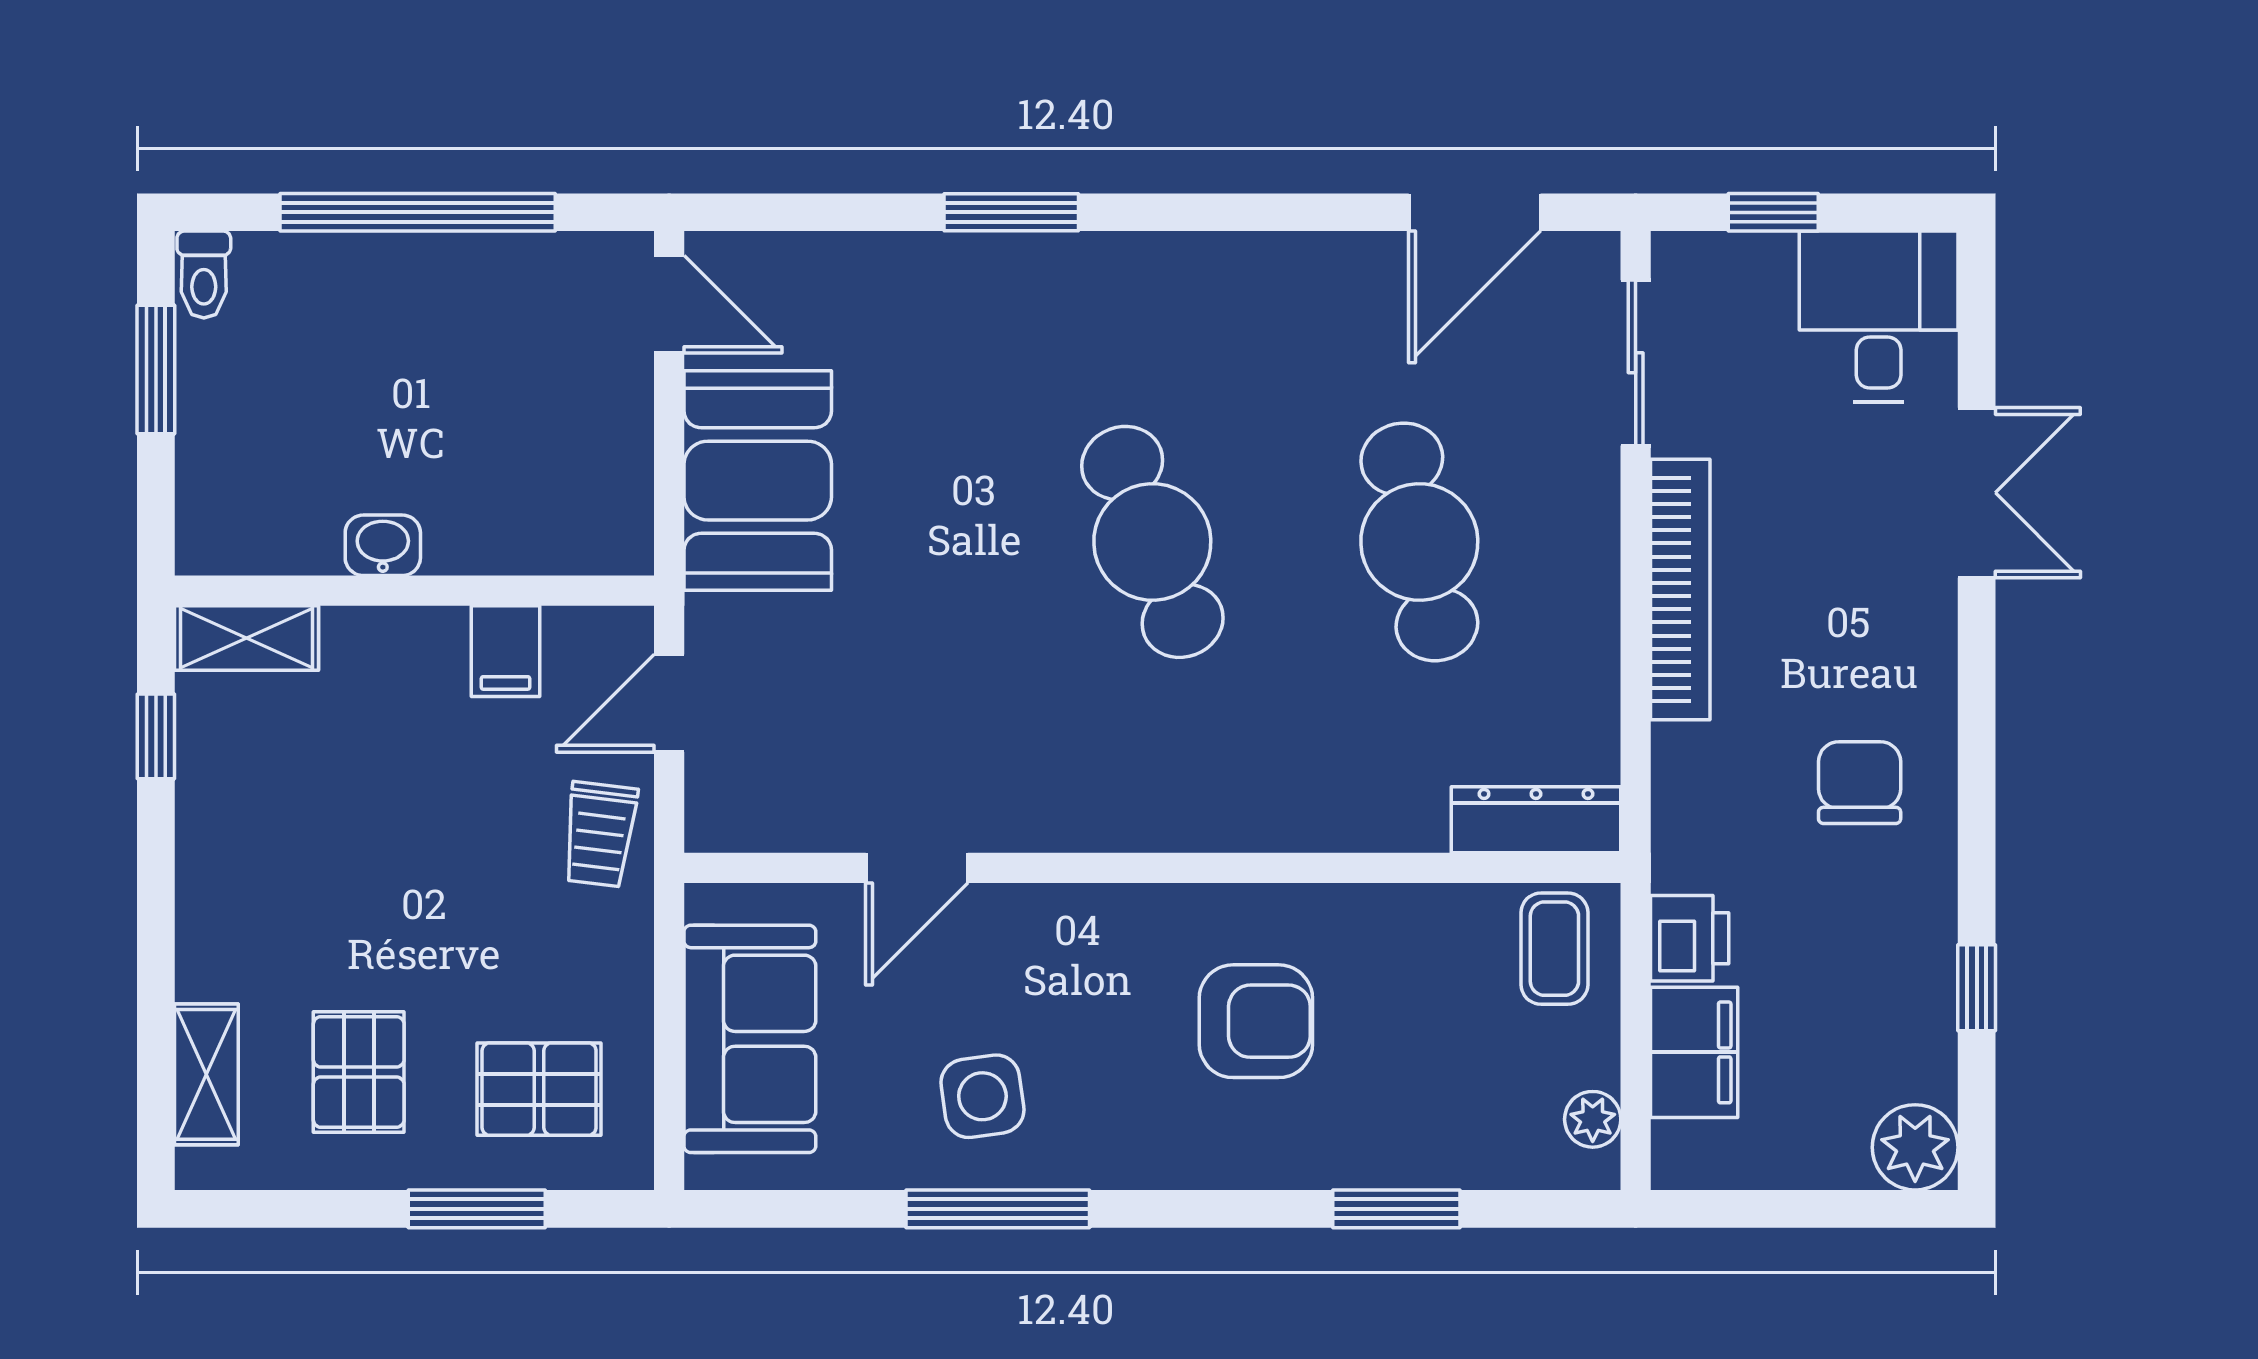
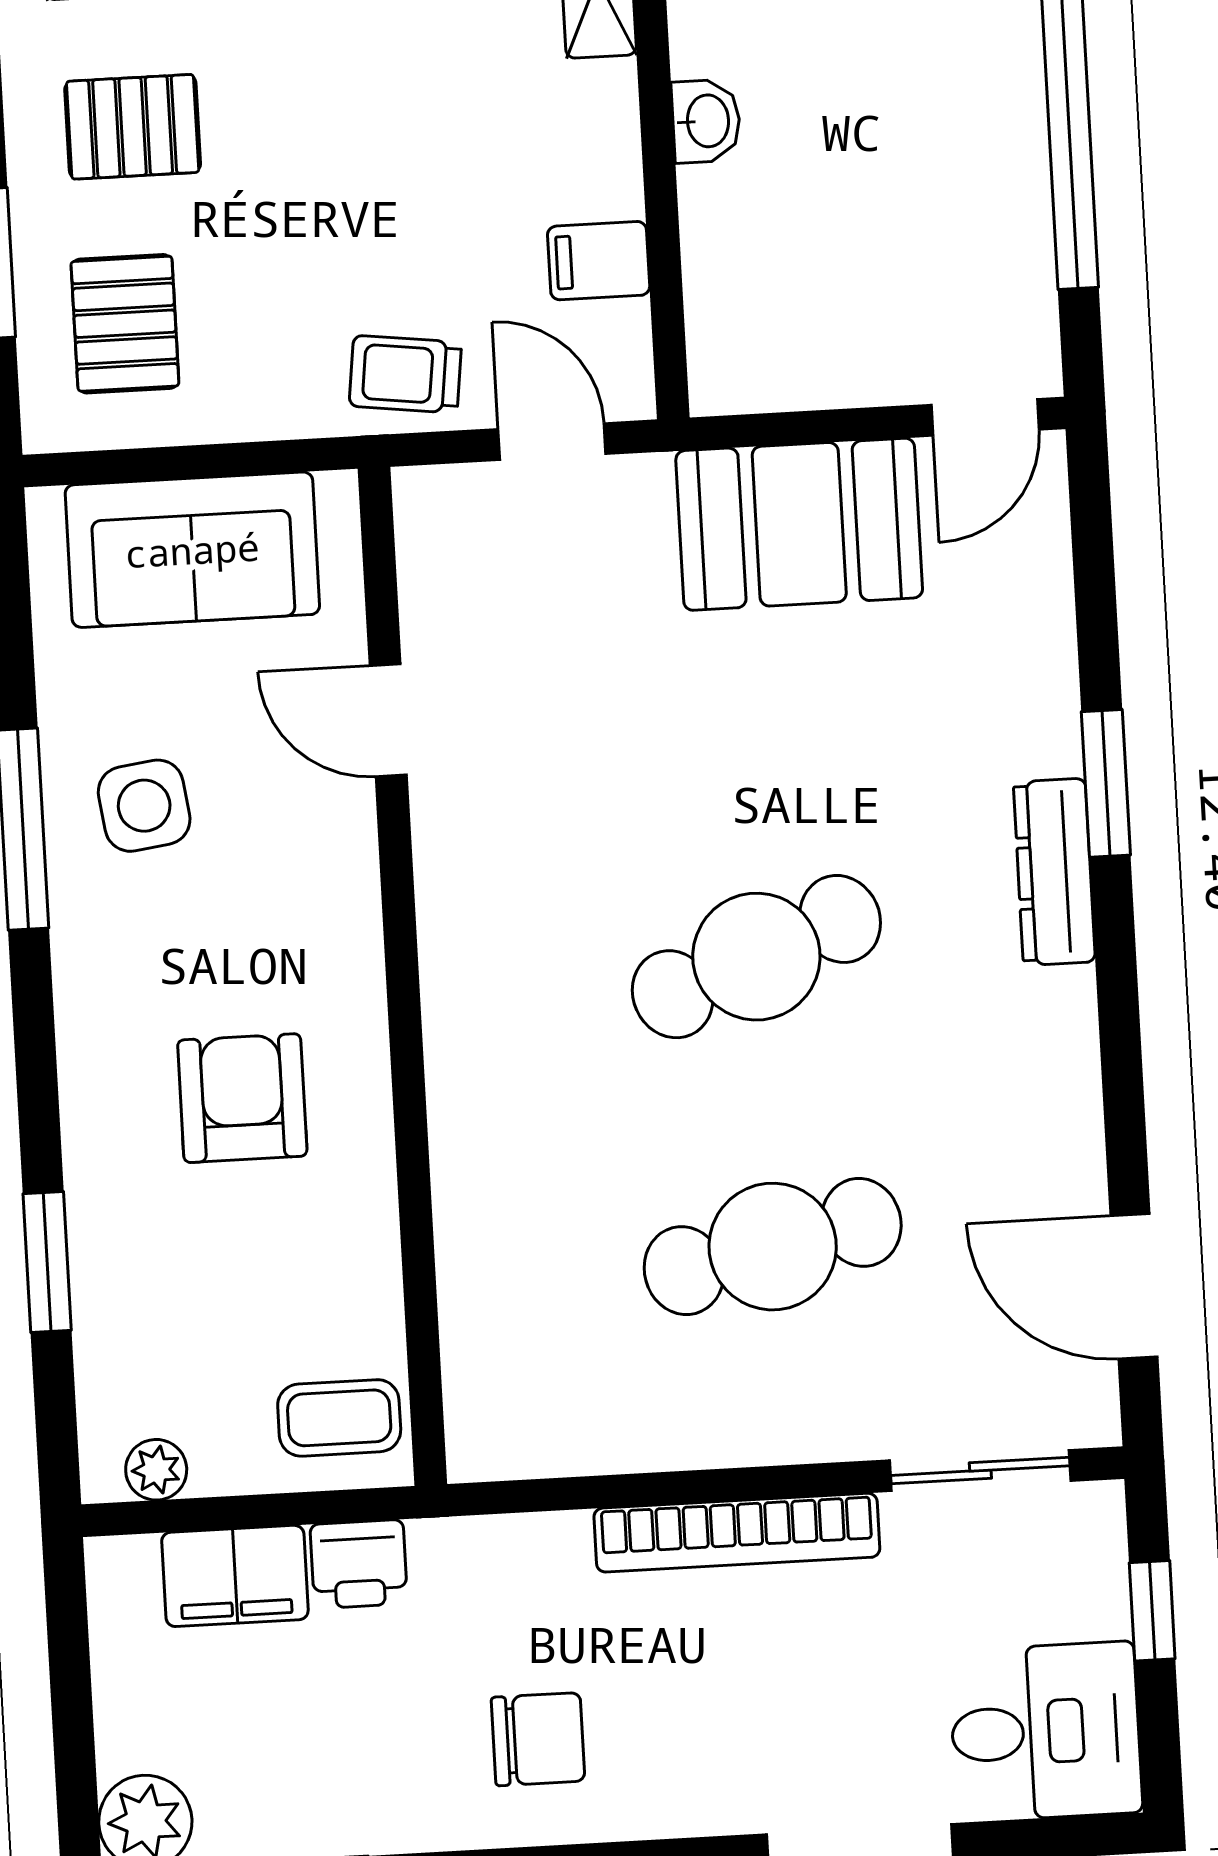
dresser: (1536, 820) -> (1054, 872), moved, turned 180
armchair: (1256, 1021) -> (242, 1098), turned 180

